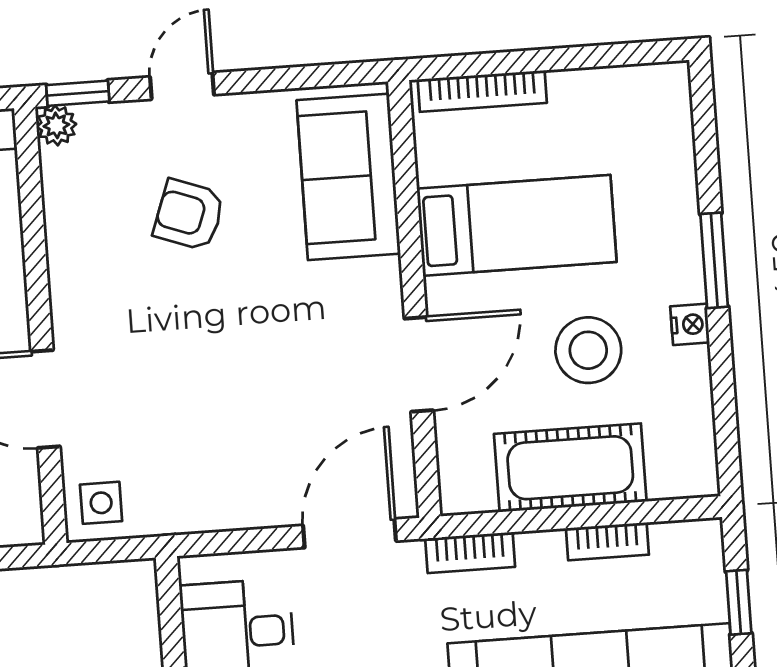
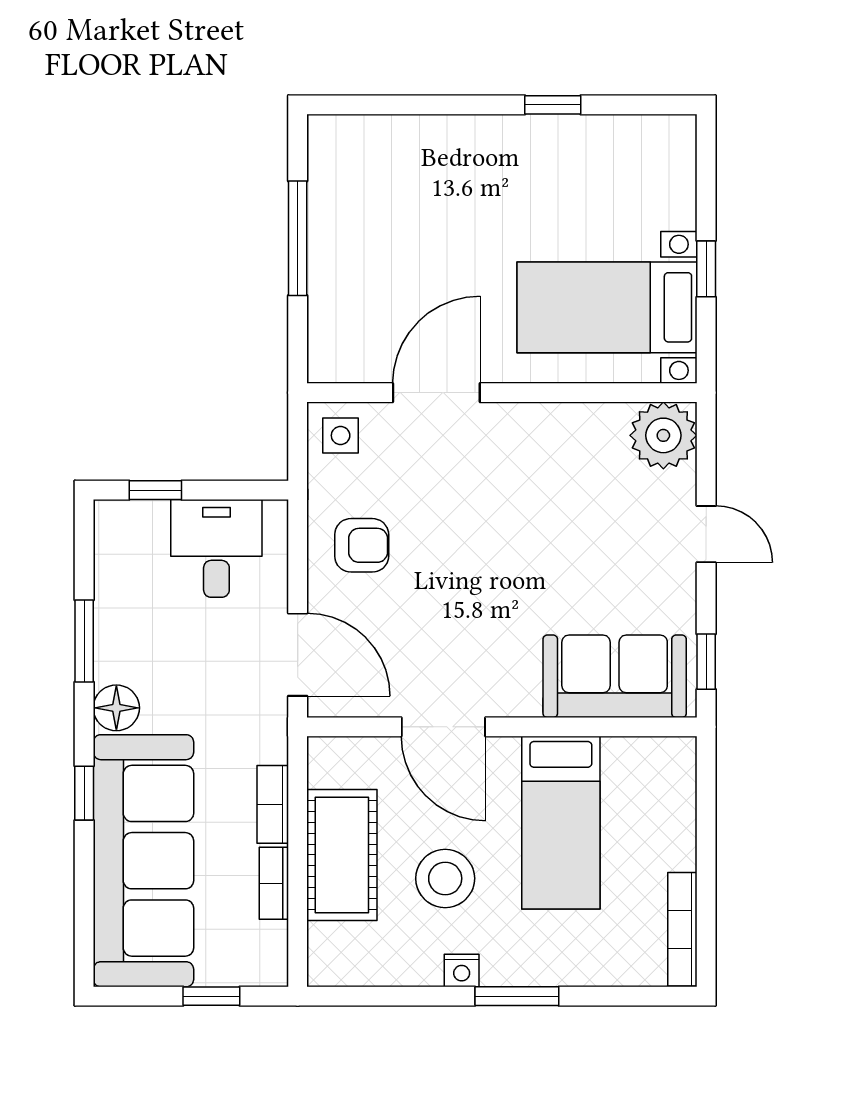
bookcase: (482, 91) -> (682, 929), moved
window: (78, 93) -> (706, 662), moved
plant: (56, 125) -> (663, 435), width x1.87, depth x1.87
armchair: (189, 215) -> (362, 545), moved, turned 70
bookcase: (470, 553) -> (273, 804), moved

